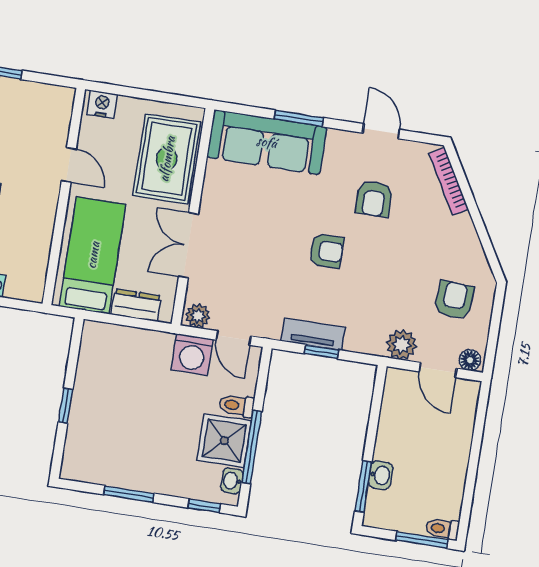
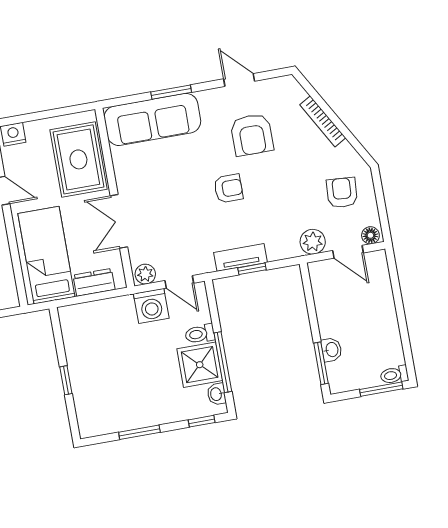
bookcase: (449, 181) -> (323, 121), moved
armchair: (374, 199) -> (252, 135), width x1.38, depth x1.38

